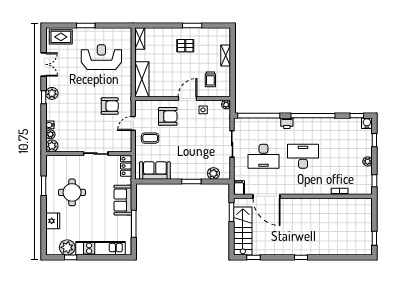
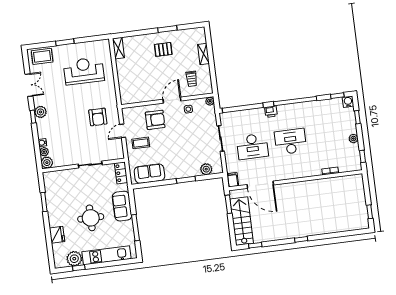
shelving: (142, 79) -> (126, 87), removed
armchair: (110, 106) -> (98, 117), turned 90
round table: (72, 192) -> (91, 218), moved

